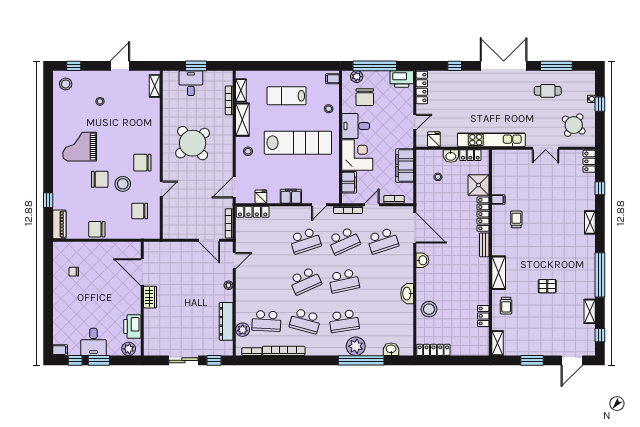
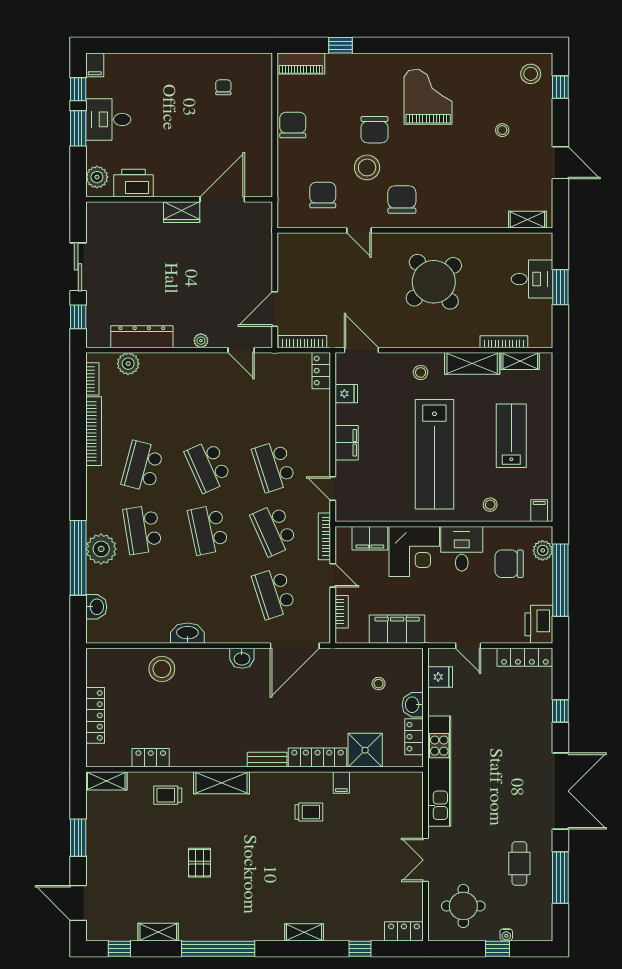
round table: (574, 125) -> (463, 906), turned -36
locker: (253, 212) -> (321, 371), width x0.66
school desk: (266, 321) -> (142, 403), removed
locker: (433, 350) -> (95, 715), moved

